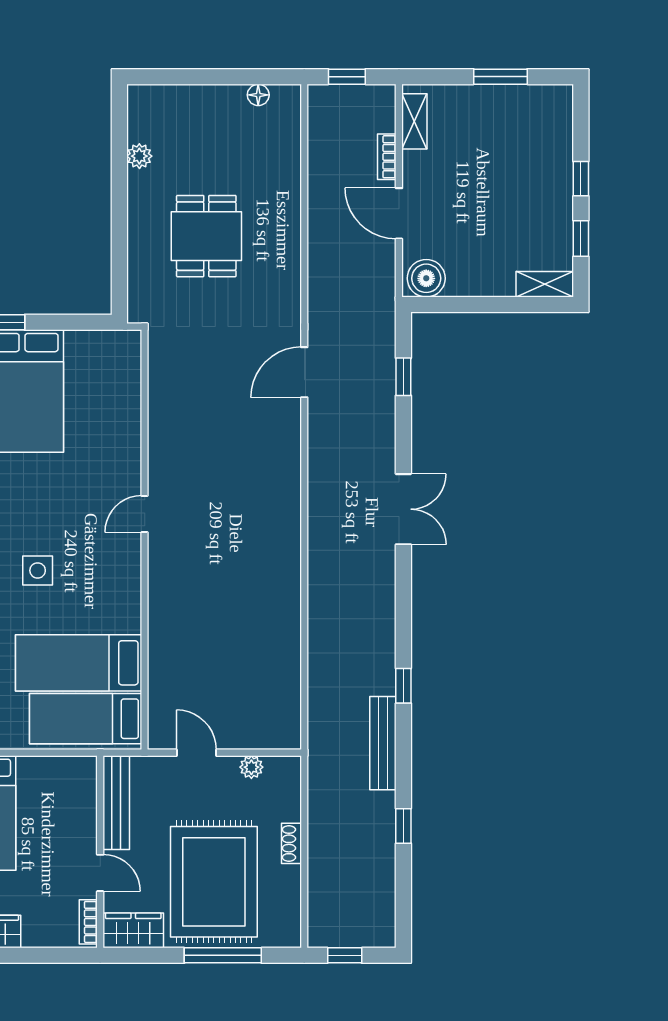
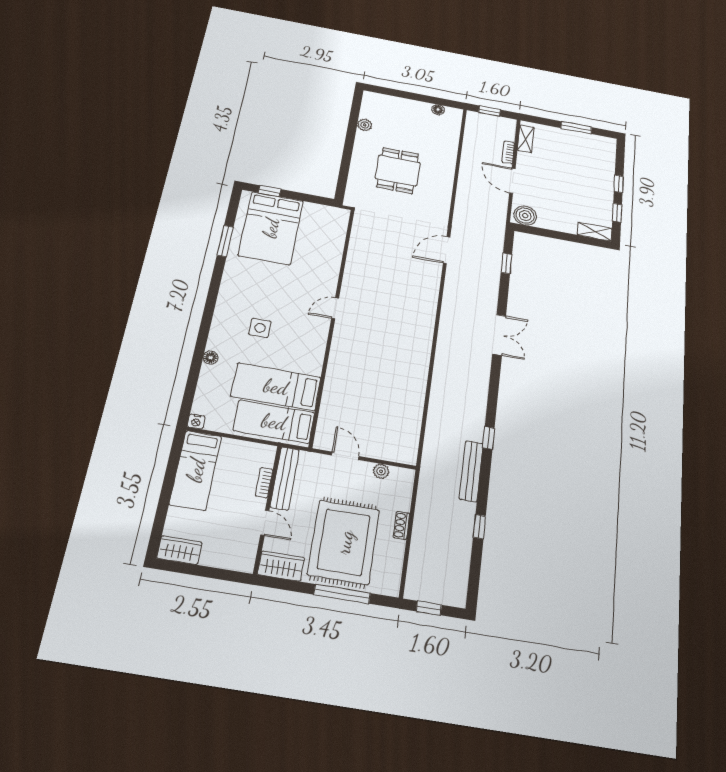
bookcase: (88, 922) -> (264, 483), moved

